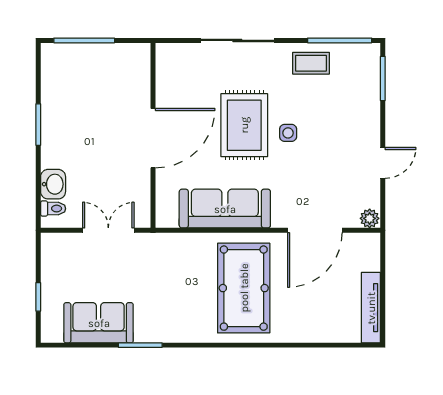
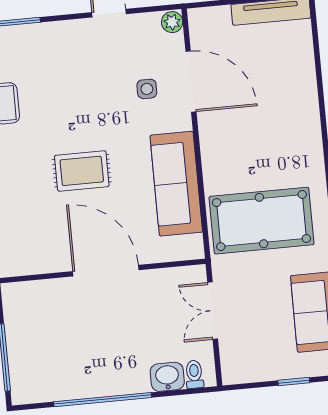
window: (38, 125) -> (103, 400), width x2.11
rug: (244, 125) -> (82, 171), width x0.73, depth x0.70
side table: (288, 133) -> (147, 89), moved
pool table: (244, 288) -> (261, 221), moved

